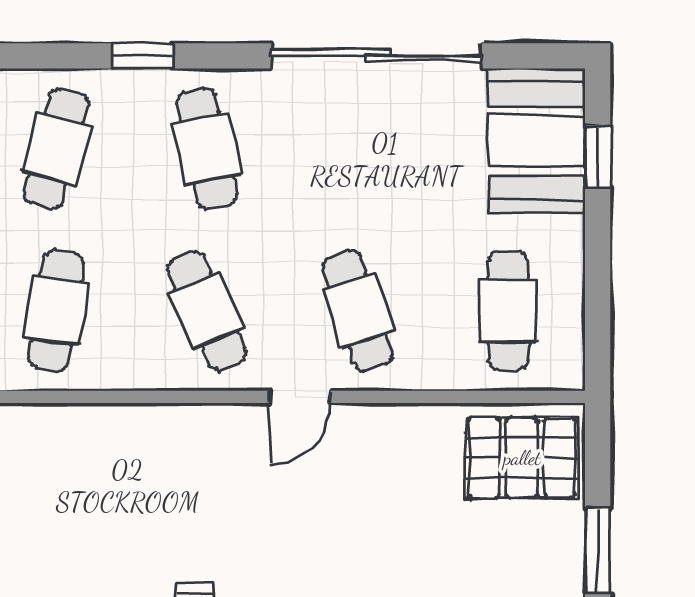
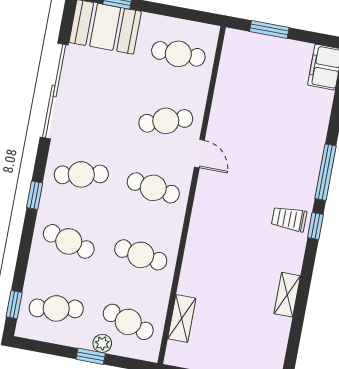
cafe table: (207, 311) -> (153, 188), turned 33
pallet: (522, 458) -> (245, 60), removed
window: (598, 550) -> (269, 30), moved

